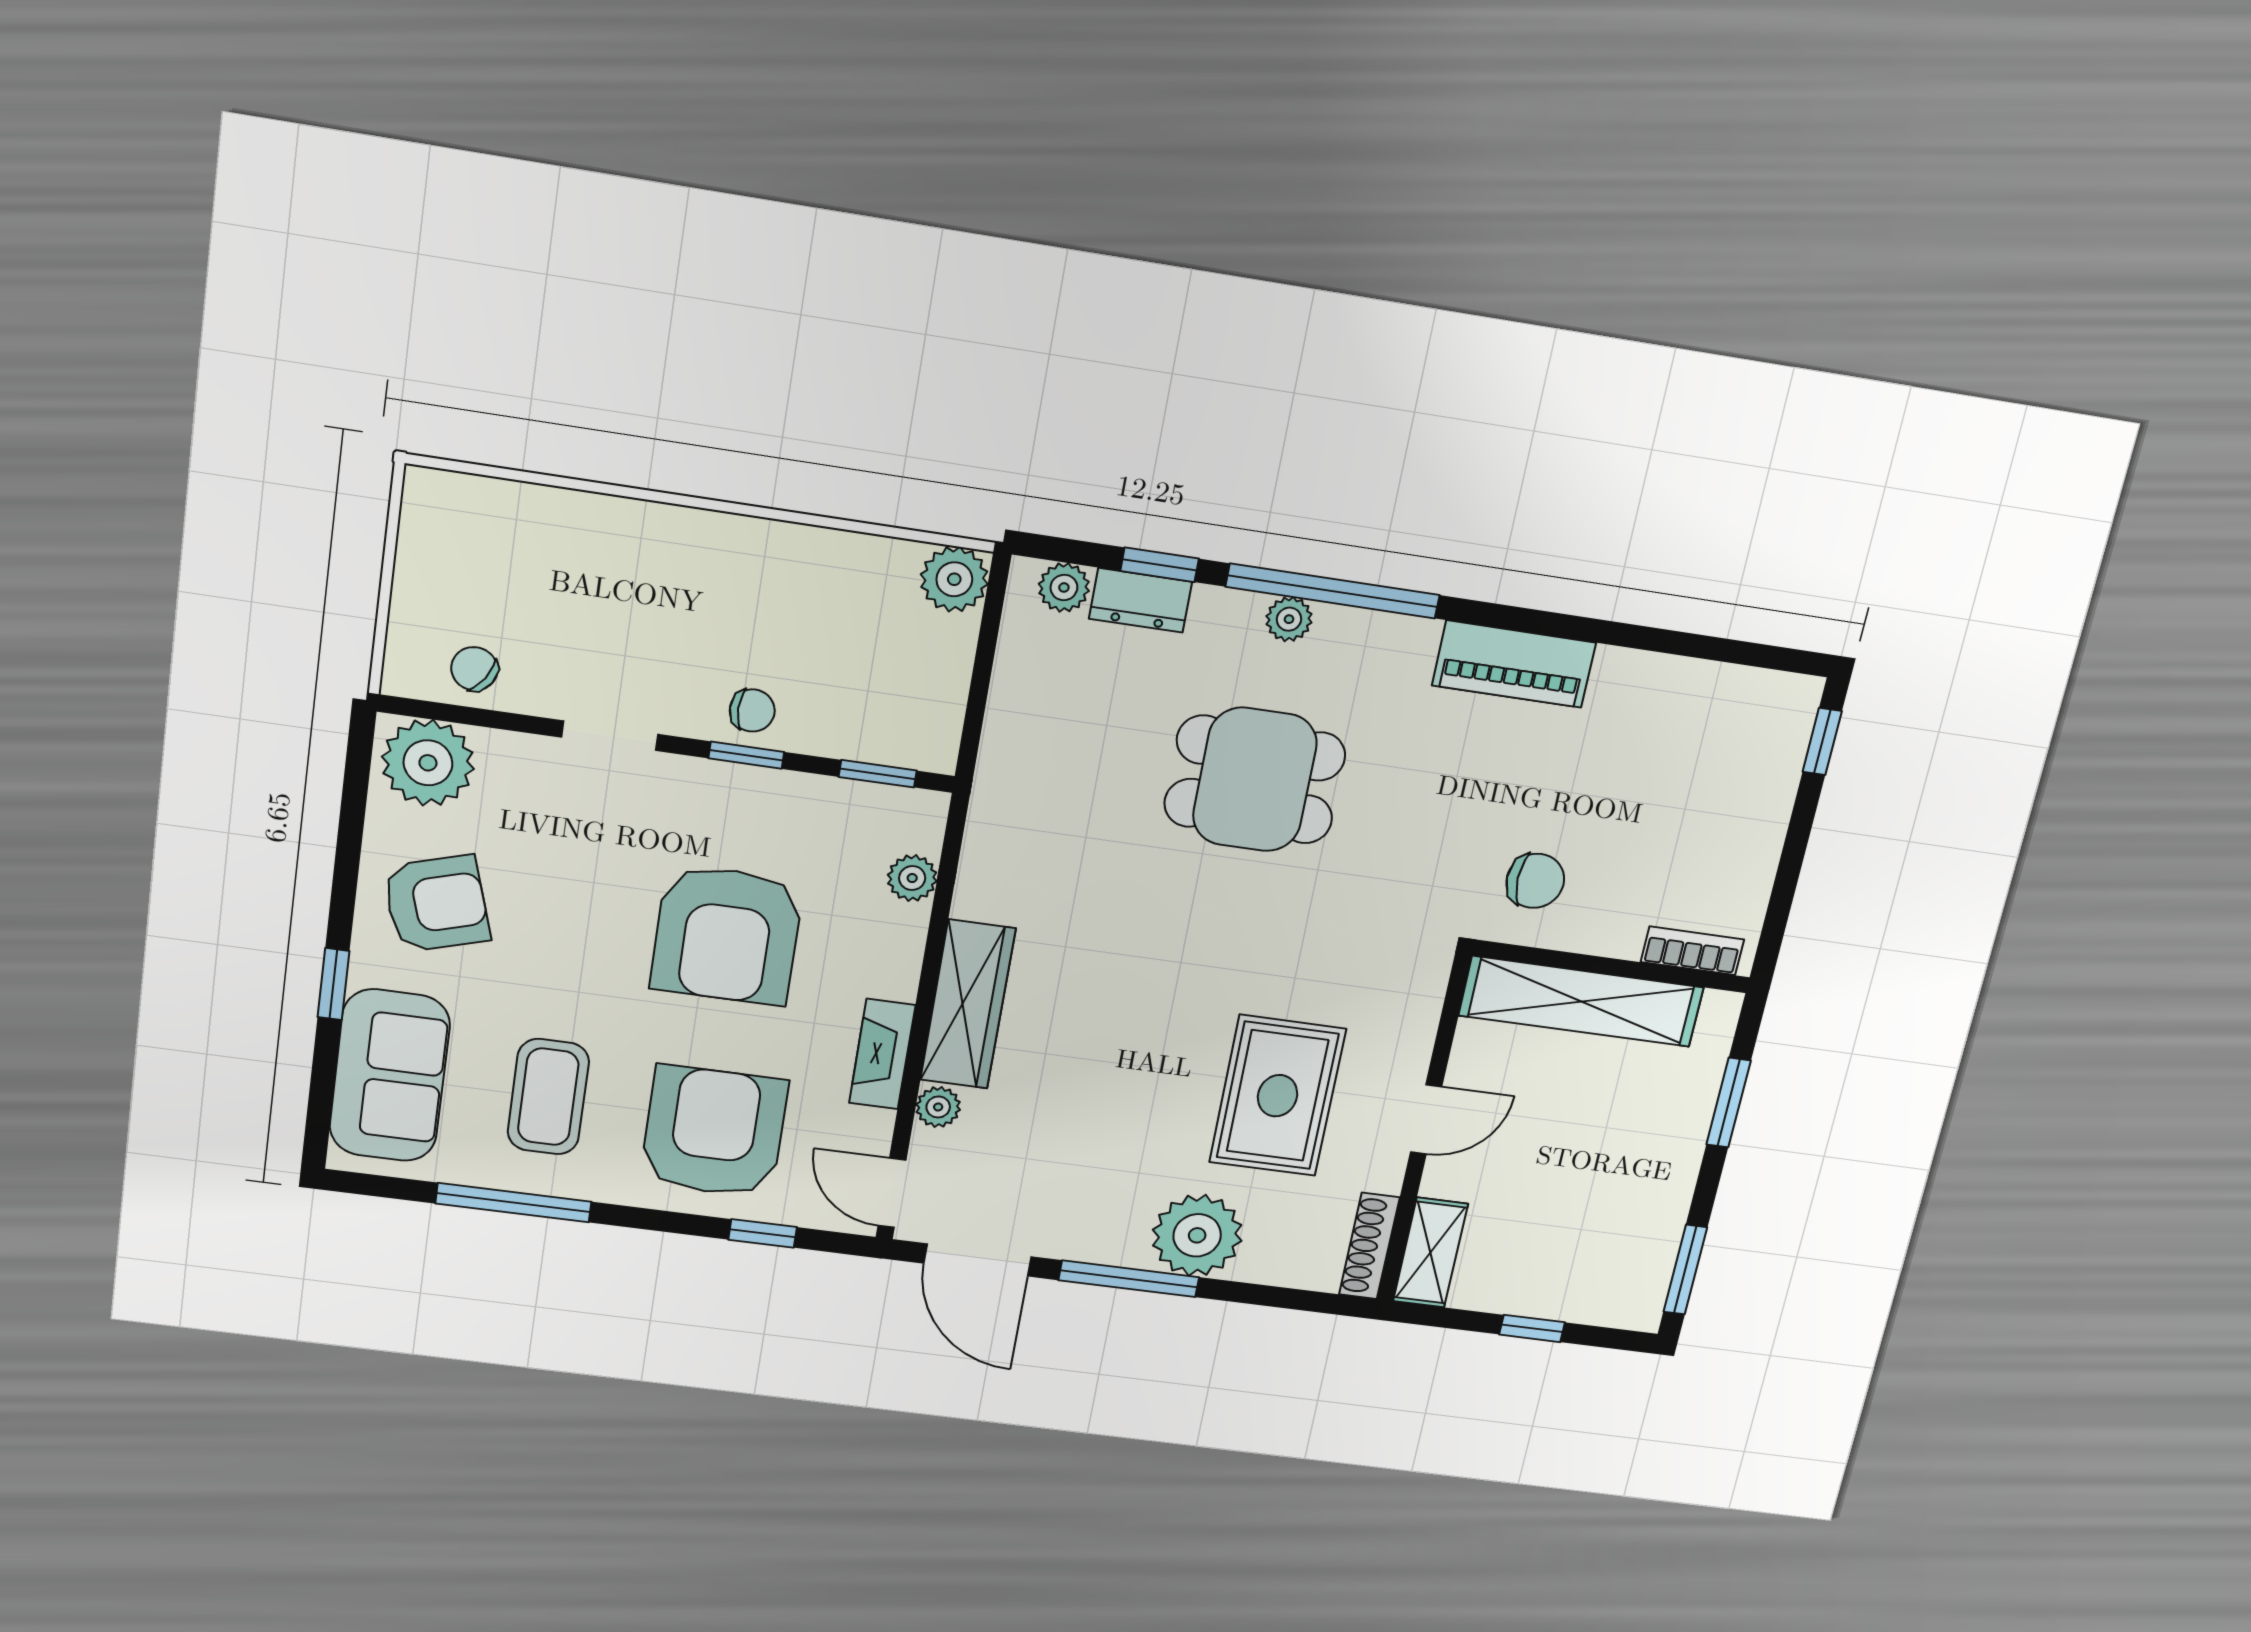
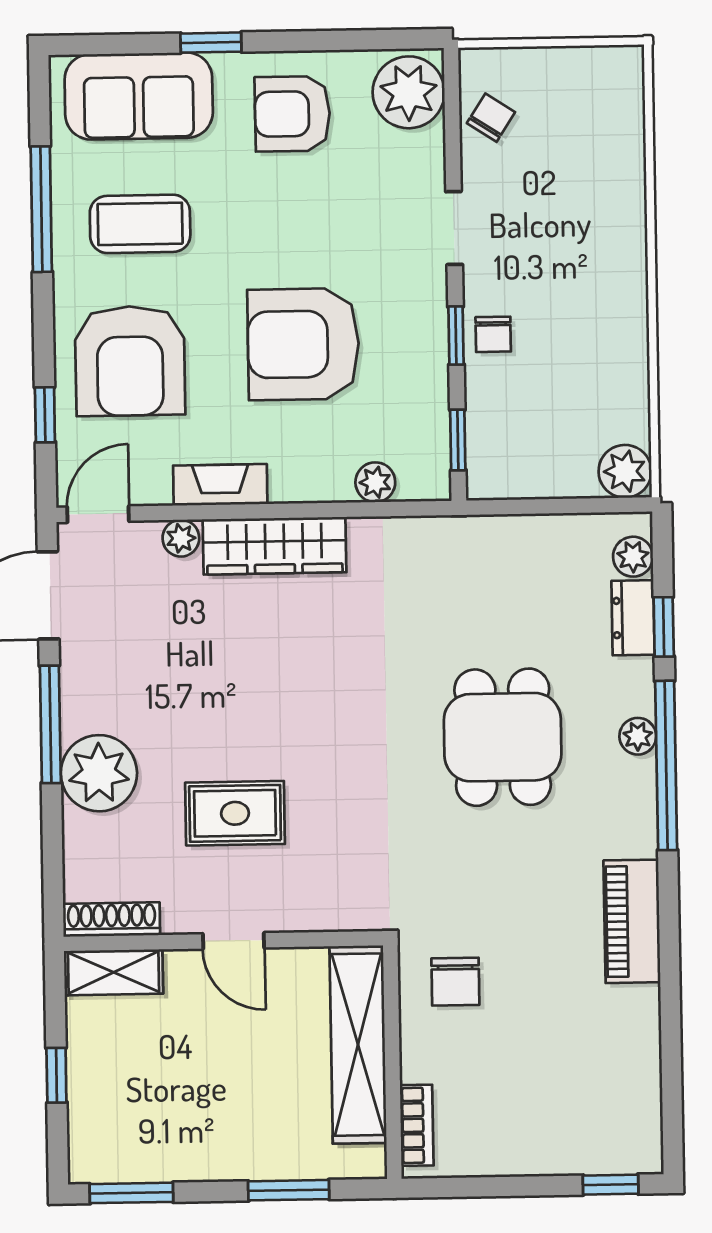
armchair: (436, 904) -> (292, 114), turned 107
rug: (1277, 1096) -> (235, 813), width x0.73, depth x0.70
armchair: (714, 1132) -> (130, 361), turned 90

